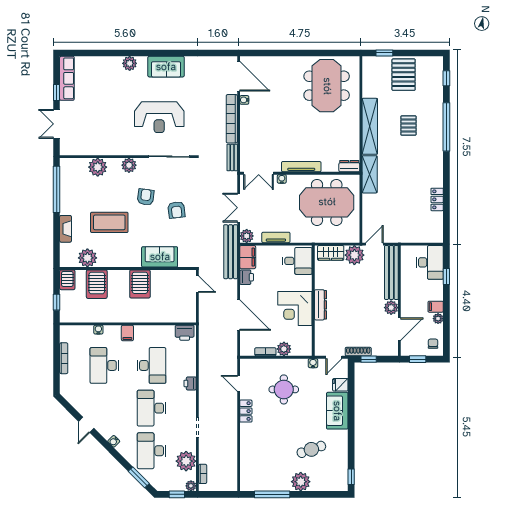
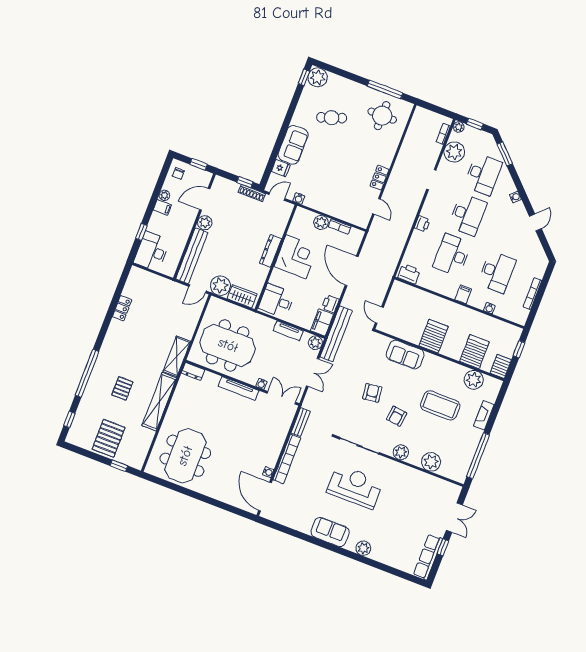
round table: (284, 389) -> (382, 116), moved
plant: (301, 482) -> (318, 77), moved

